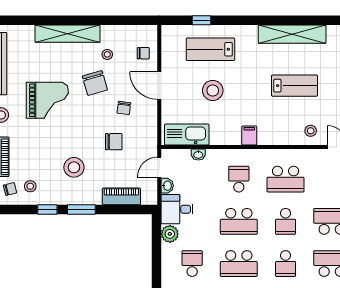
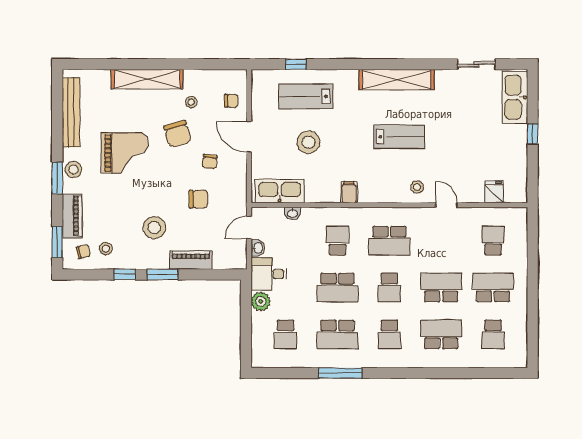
piano: (121, 196) -> (191, 260), moved
school desk: (192, 264) -> (286, 334), turned 180

